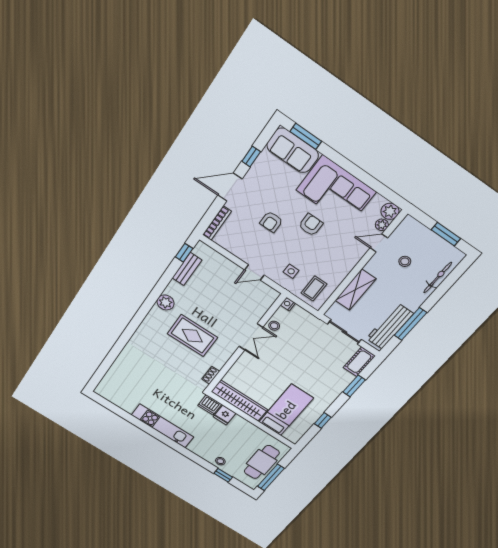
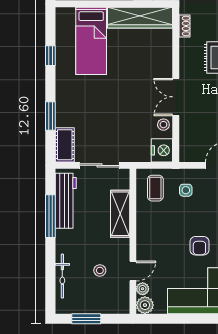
nightstand: (288, 304) -> (162, 150), width x1.89, depth x1.79

